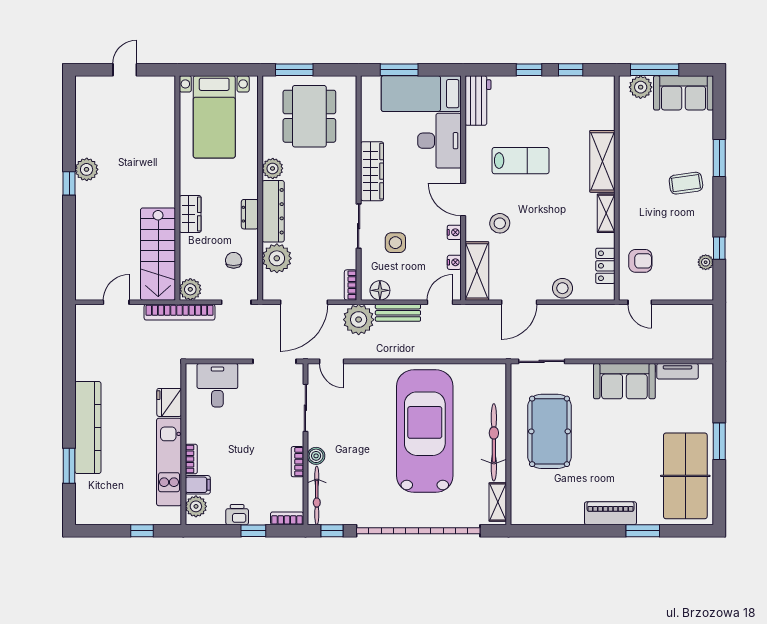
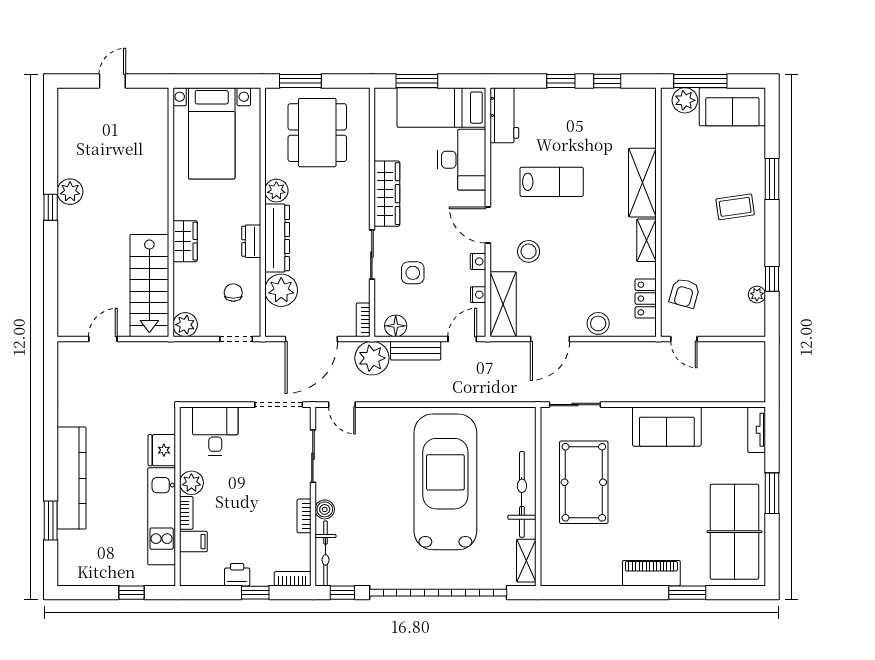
armchair: (640, 261) -> (685, 293), turned 106
bookcase: (179, 312) -> (173, 350), removed
tv unit: (677, 371) -> (757, 430), moved, turned 90
plant: (196, 506) -> (191, 483), moved

